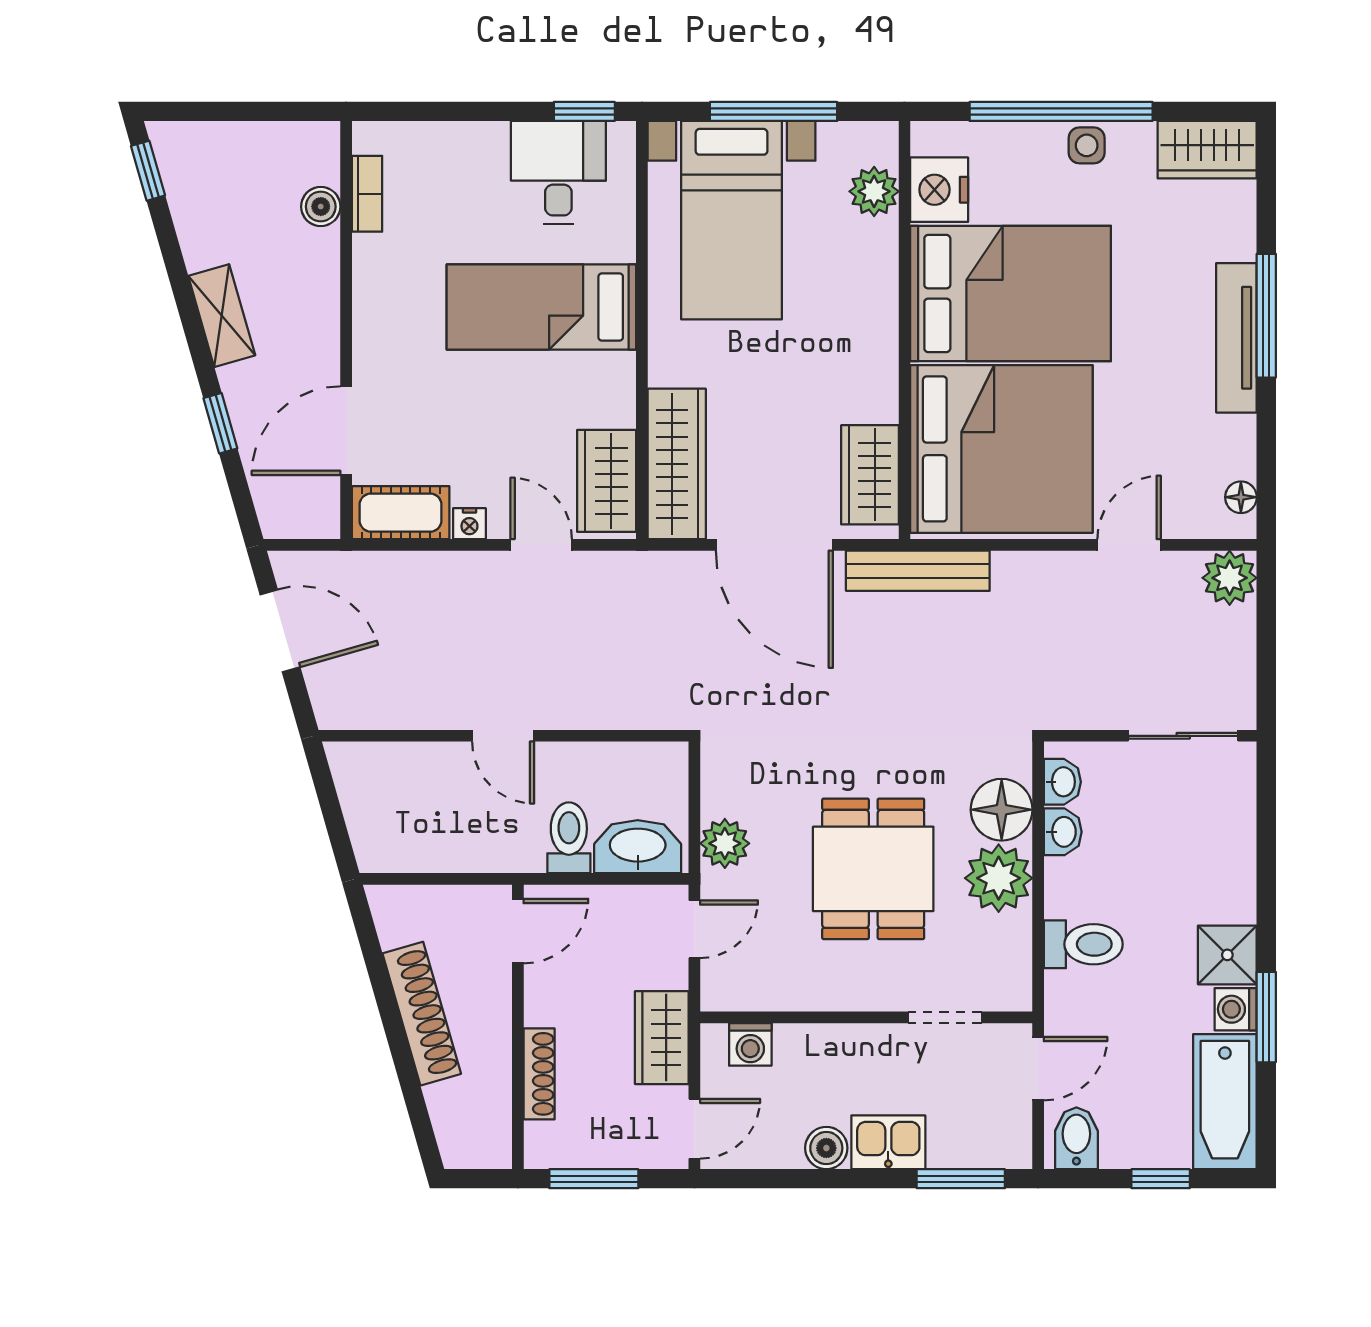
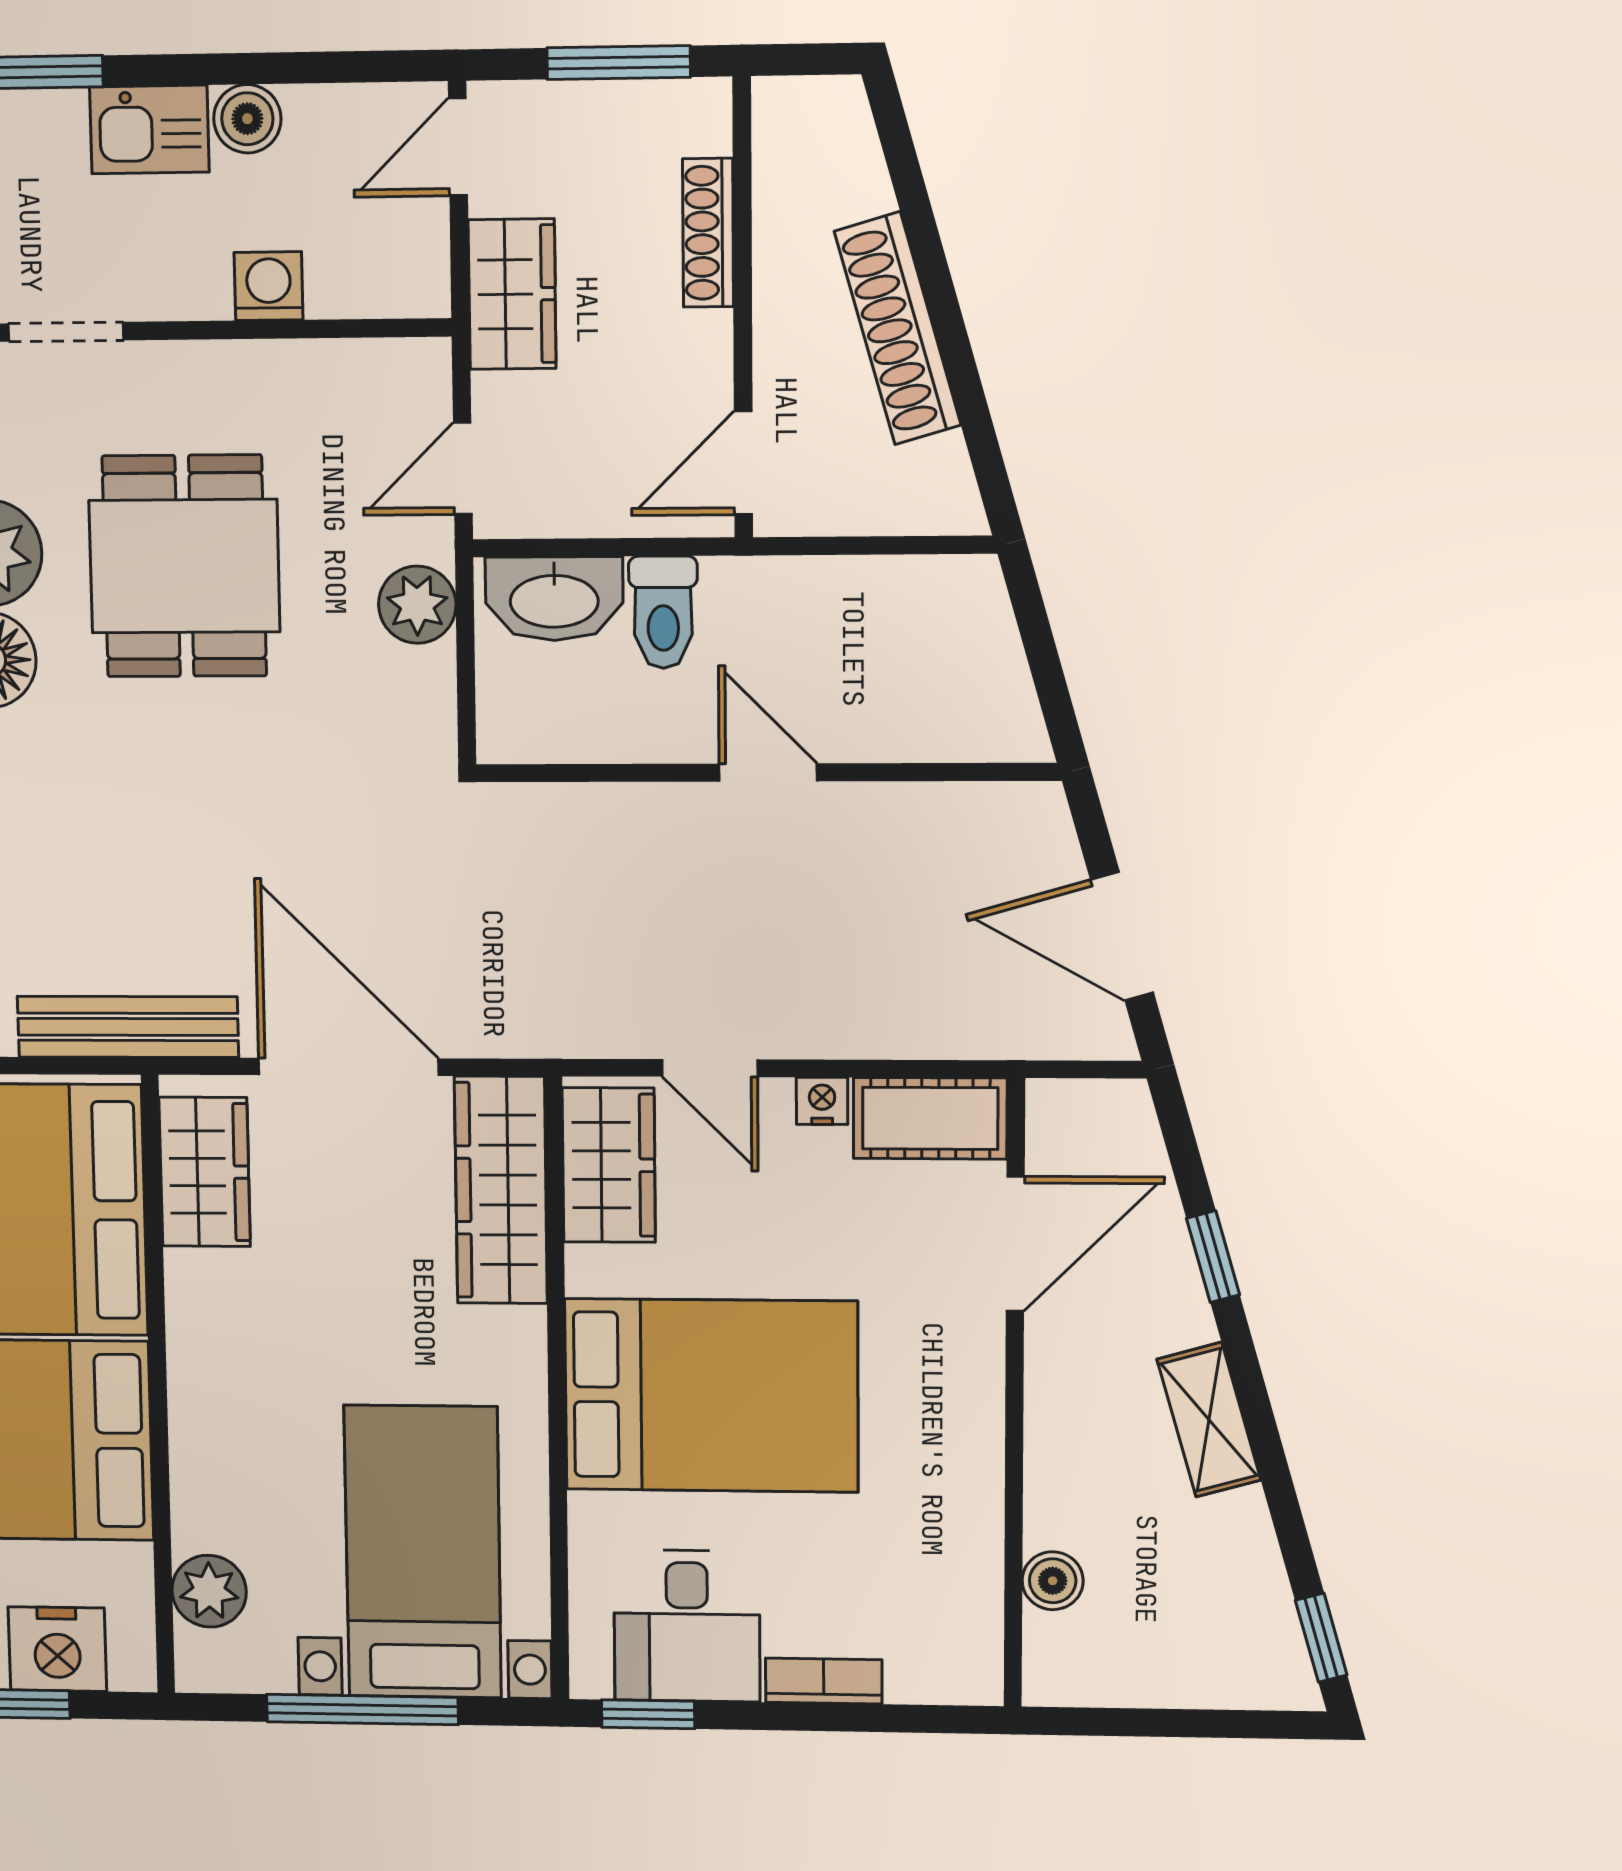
nightstand: (939, 190) -> (57, 1649), moved, turned 90
bookcase: (367, 194) -> (824, 1681), moved, turned 90
bed: (541, 307) -> (711, 1395), width x1.50
washing machine: (750, 1044) -> (269, 286), moved

